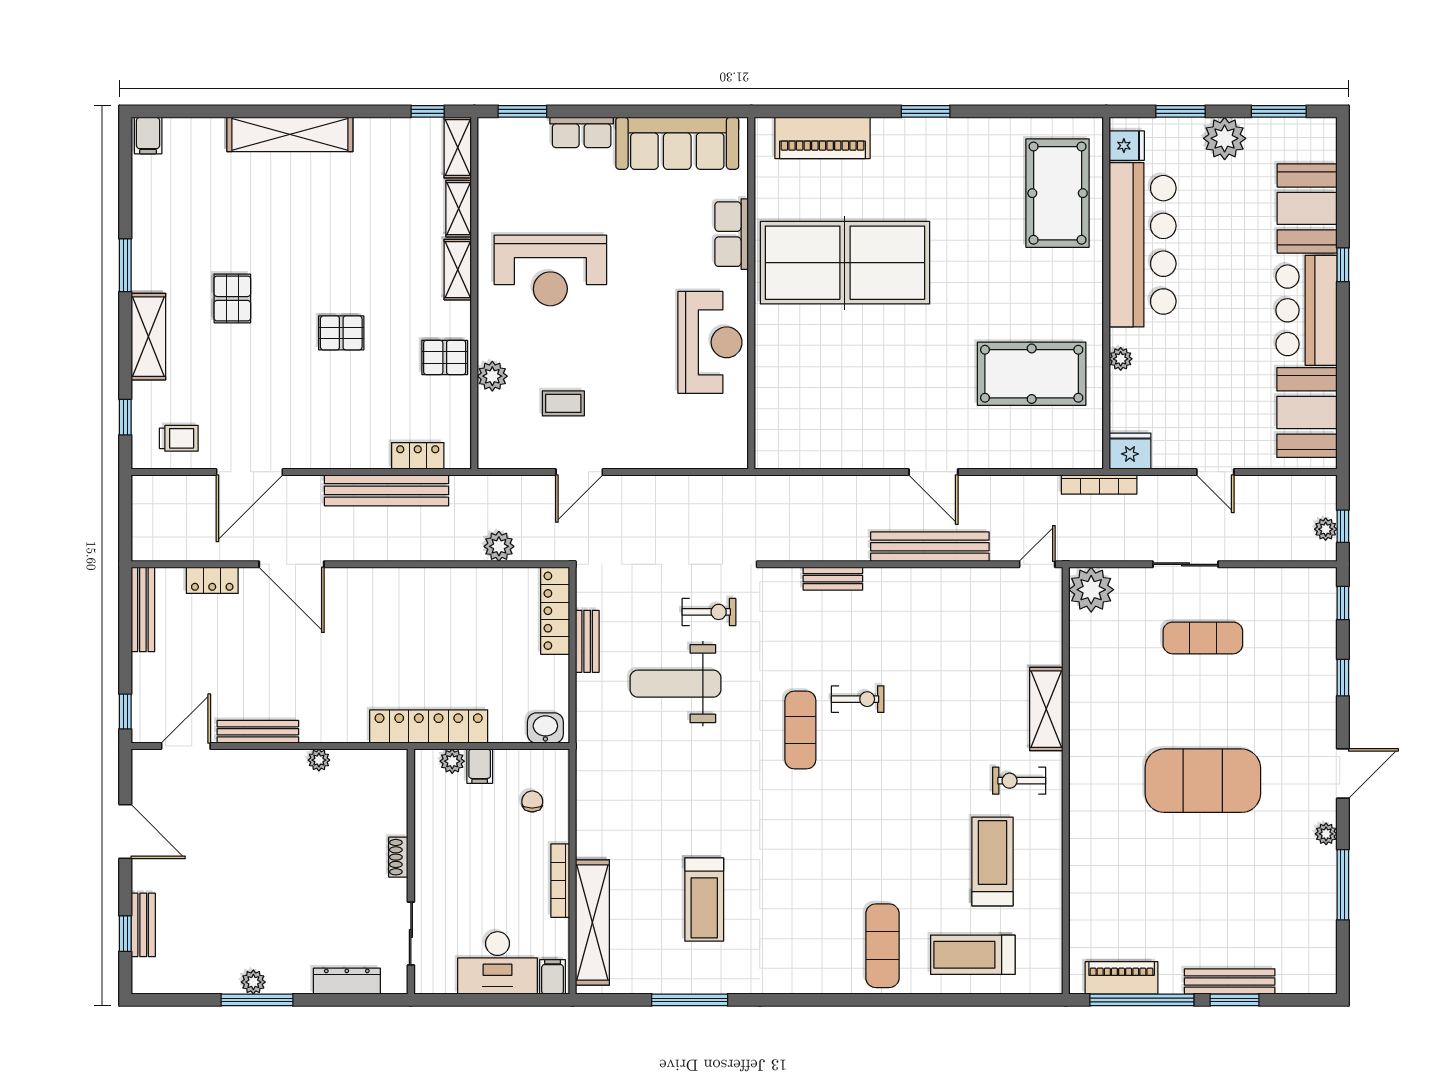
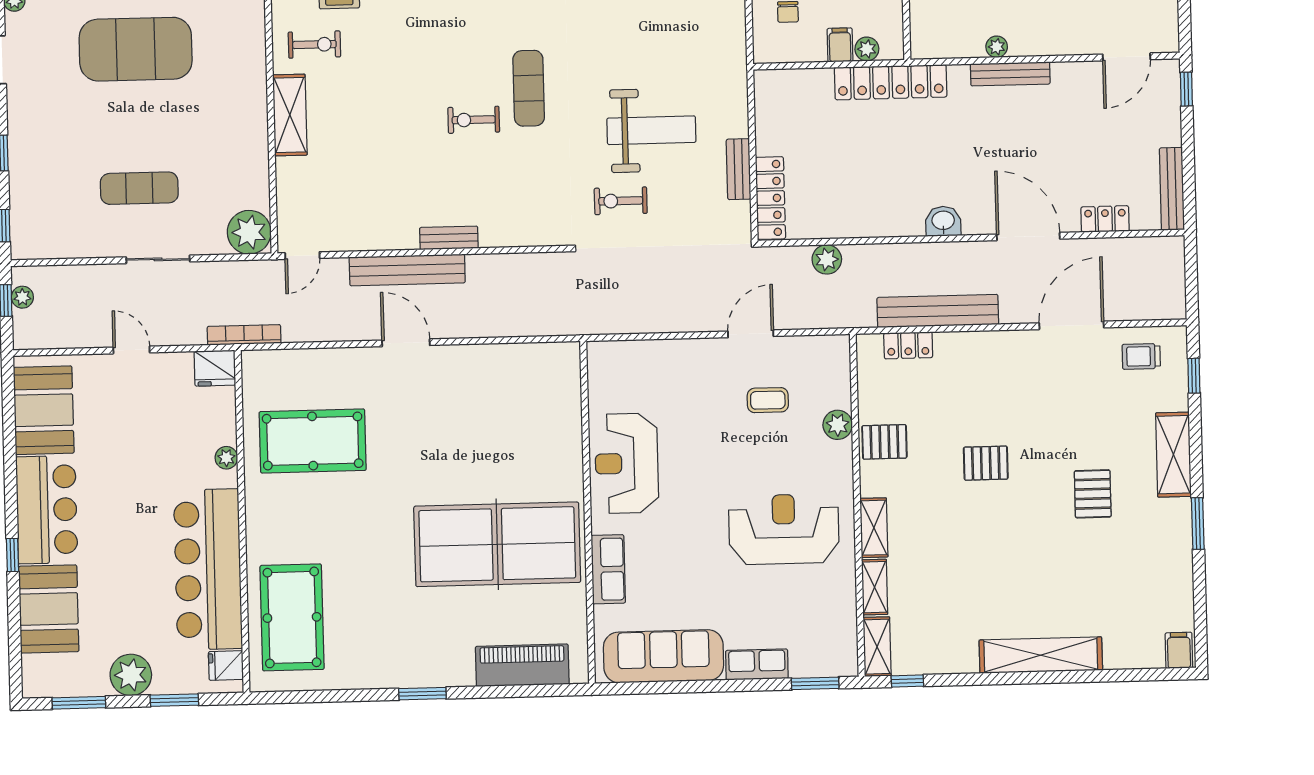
bench: (833, 579) -> (449, 238), moved
washbasin: (545, 728) -> (943, 221), moved, turned 180
bench: (258, 732) -> (1010, 74), moved

